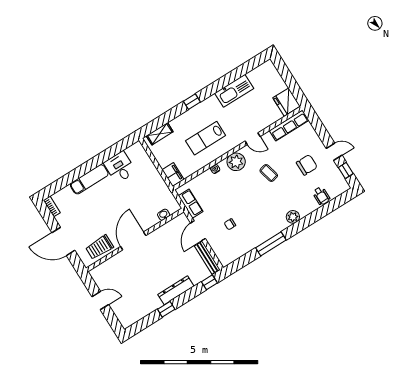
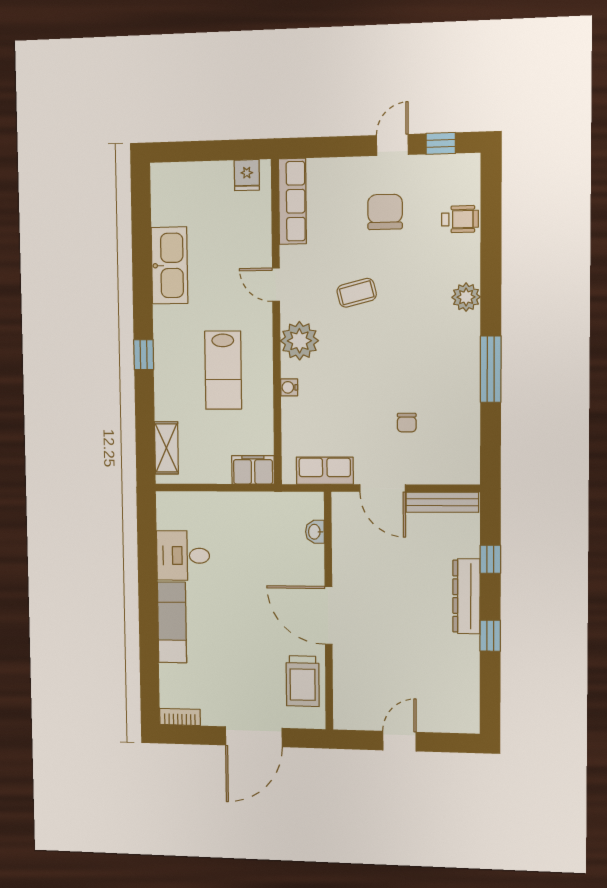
fridge: (287, 102) -> (247, 175), width x0.53, depth x0.75
door: (253, 139) -> (276, 285), swing flipped
window: (209, 282) -> (490, 559), moved

